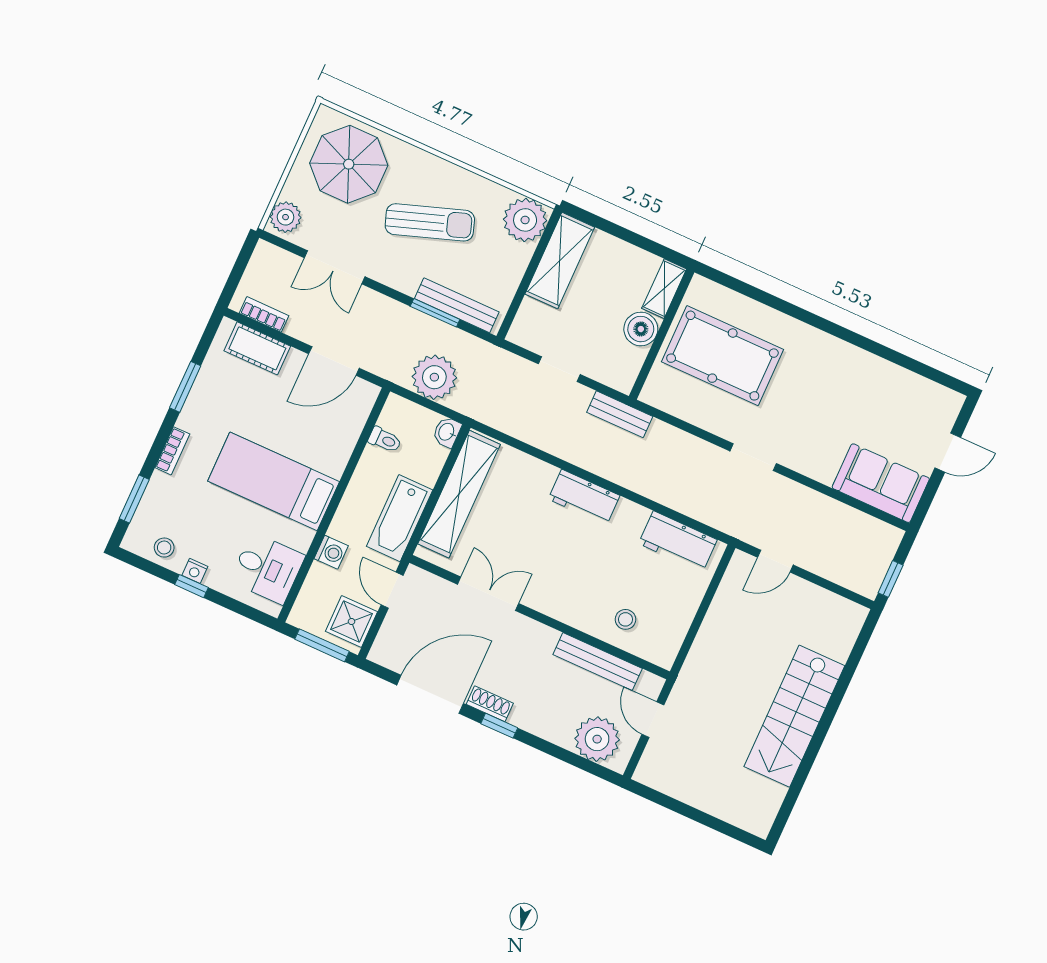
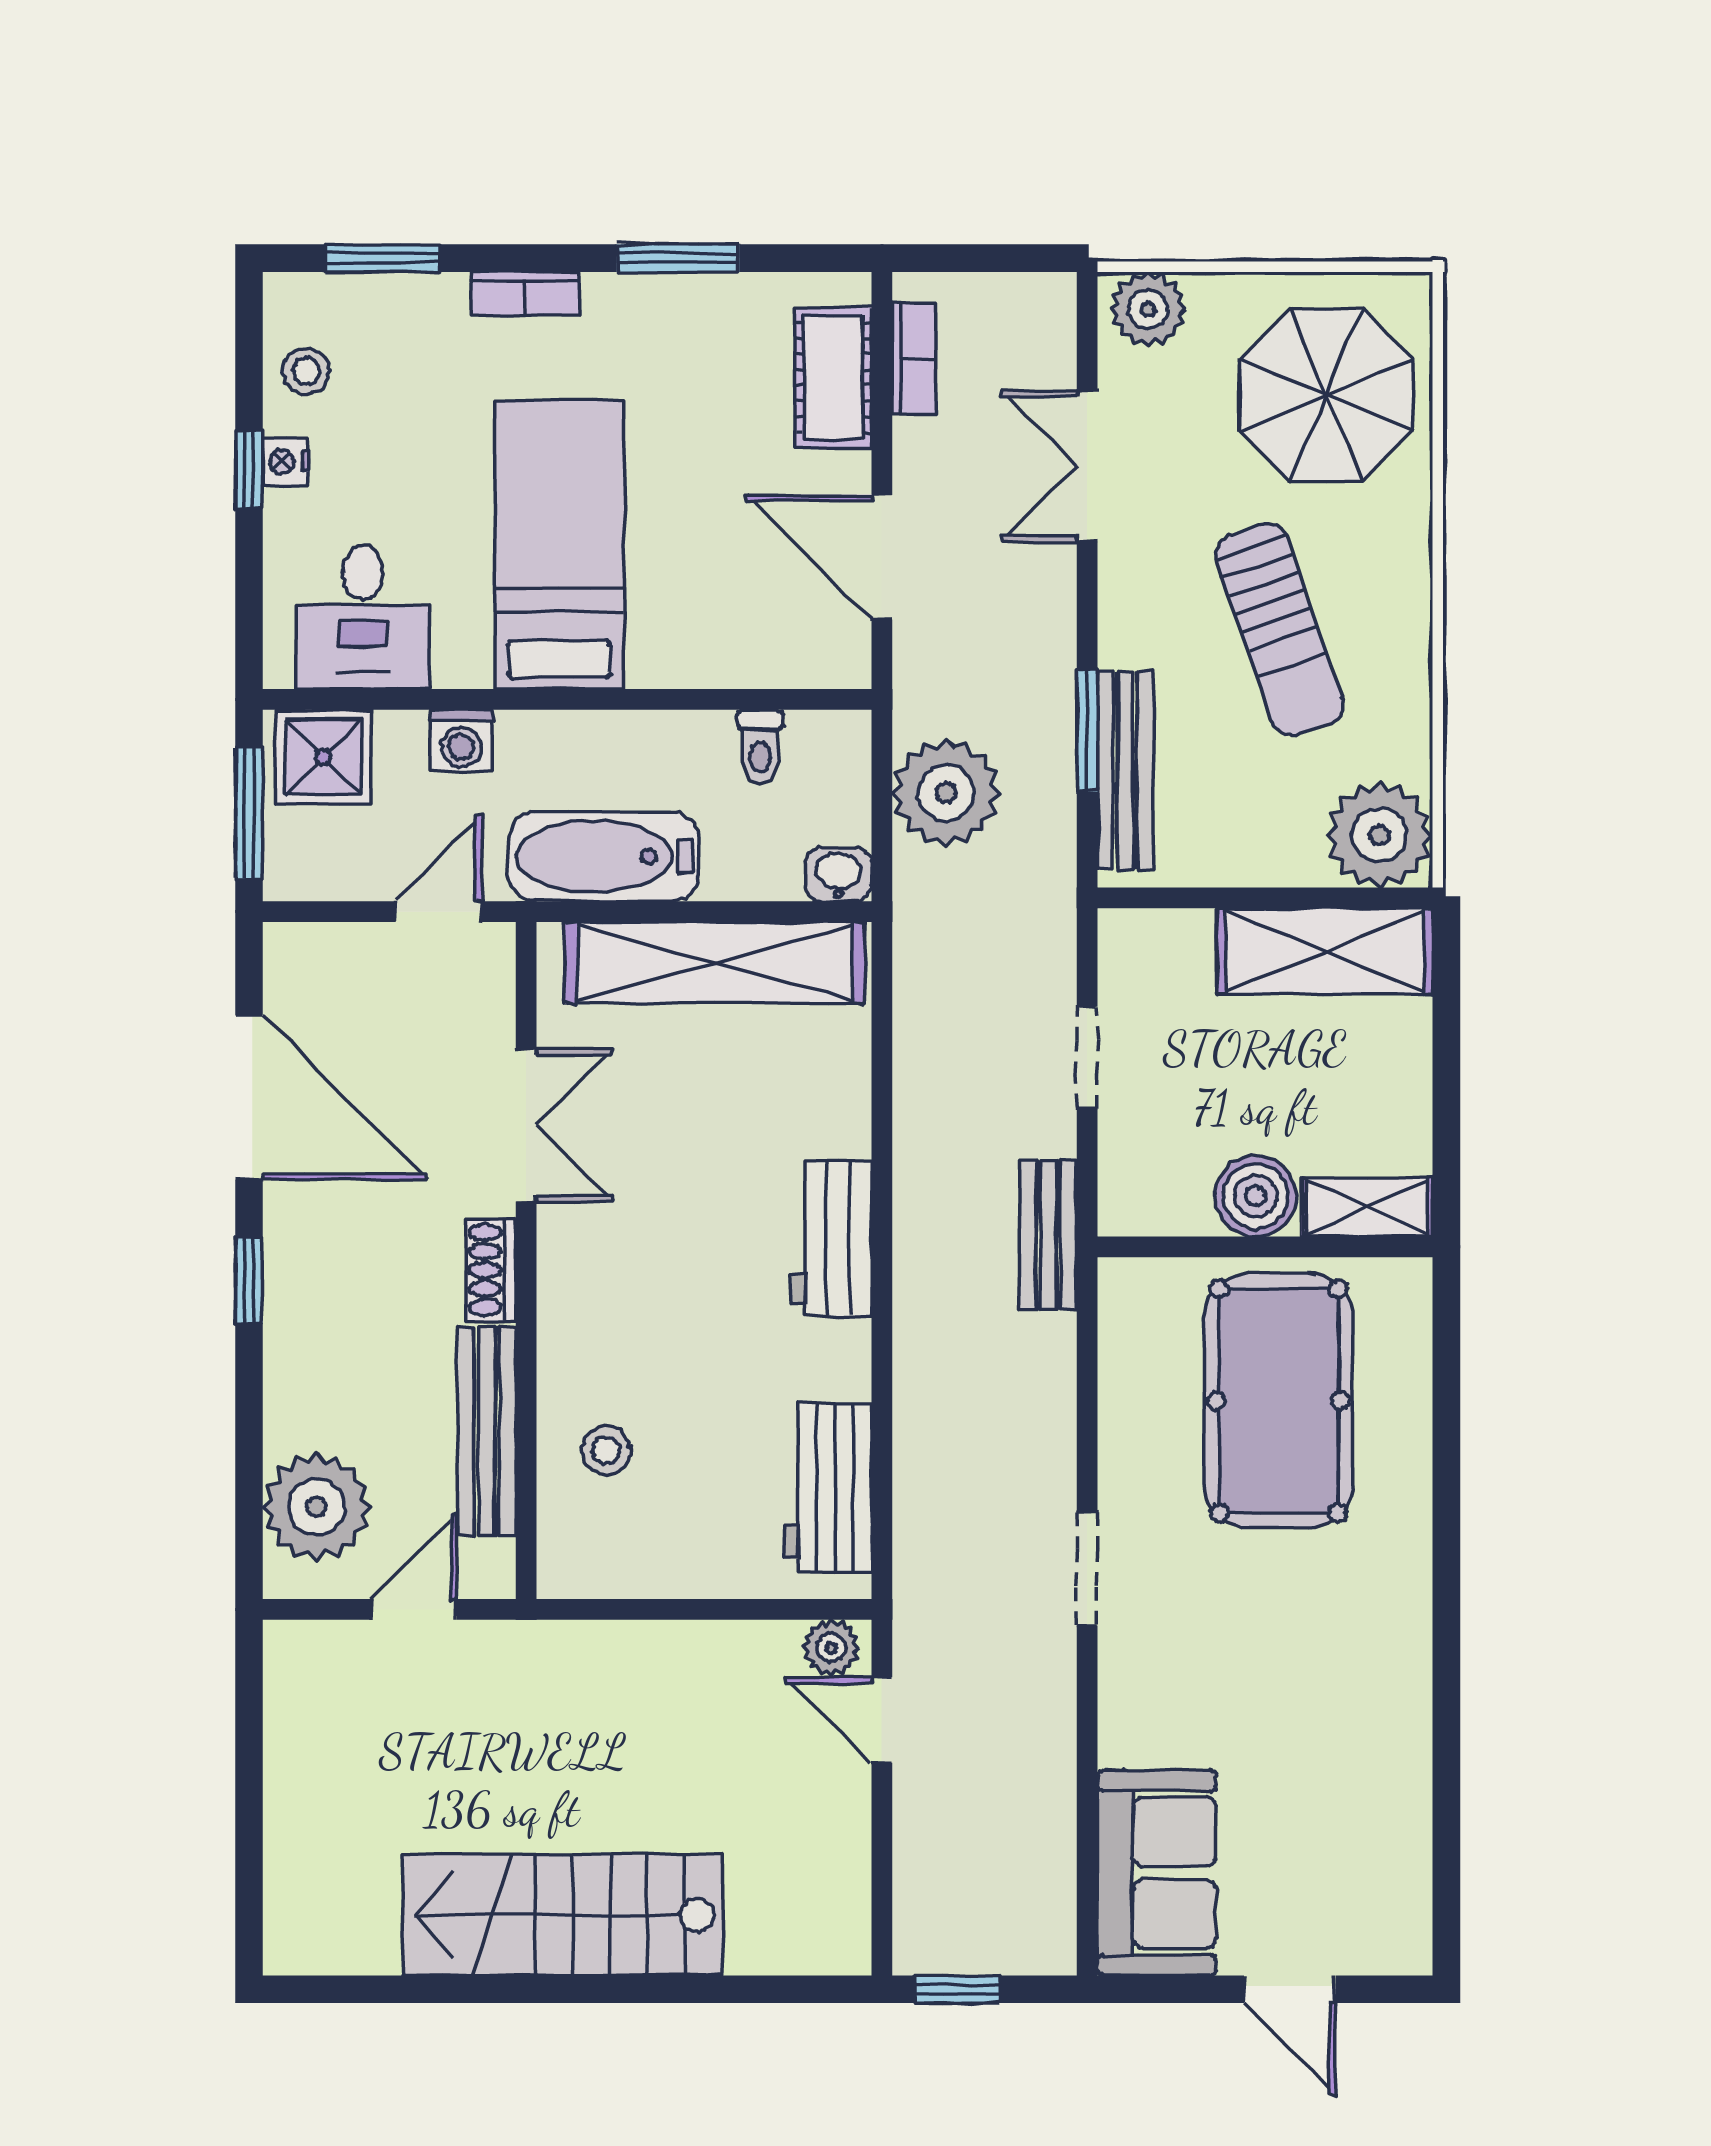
plant: (739, 568) -> (831, 1648), added
shower: (352, 622) -> (323, 757), moved
shoe rack: (490, 704) -> (491, 1270), moved, turned 180

